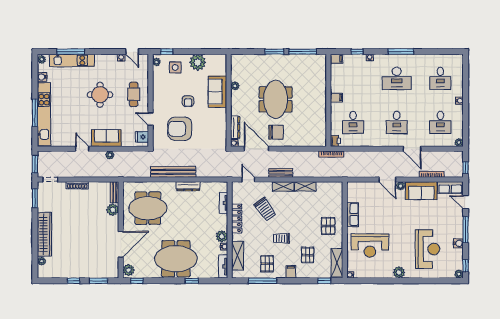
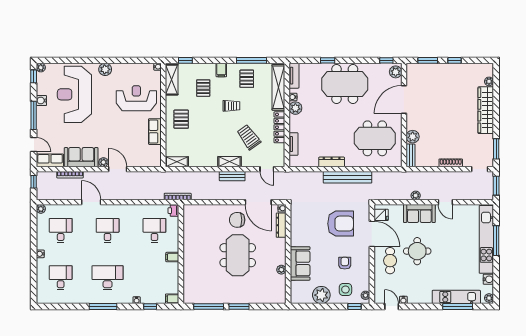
round table: (100, 95) -> (417, 251), moved
armchair: (188, 101) -> (345, 263), moved
door: (151, 119) -> (372, 234), width x1.88
shelving: (305, 186) -> (177, 162), moved
reception desk: (427, 249) -> (74, 94), width x1.36, depth x1.30
shelving: (238, 256) -> (278, 87), width x1.47

